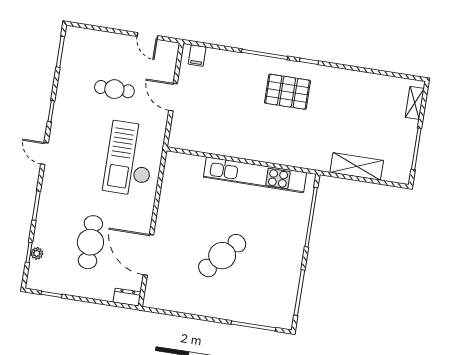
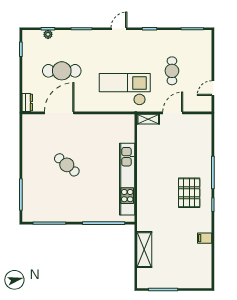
filing cabinet: (197, 56) -> (205, 238), moved
shelving: (415, 103) -> (148, 119), moved
cafe table: (222, 256) -> (67, 165), width x0.73, depth x0.74

